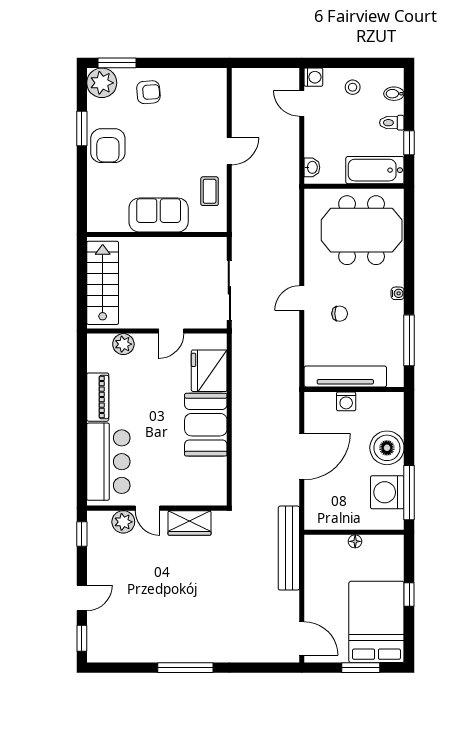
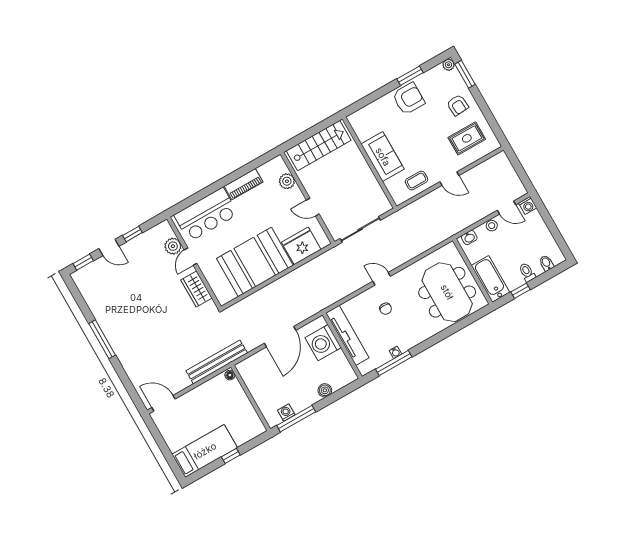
plant: (102, 83) -> (448, 65), width x0.53, depth x0.53
stool: (353, 87) -> (492, 226), moved
door: (302, 103) -> (507, 208), swing flipped
rug: (194, 104) -> (467, 138), added
armchair: (108, 146) -> (409, 99), turned 180
water cooler: (398, 293) -> (395, 352), moved
washing machine: (346, 401) -> (323, 343), width x1.89, depth x1.89
booth: (206, 425) -> (255, 262), width x1.36, depth x1.42
boiler: (387, 448) -> (325, 390), width x0.54, depth x0.54
door: (302, 456) -> (280, 337), hinge flipped
washing machine: (387, 492) -> (286, 413), width x0.53, depth x0.53
window: (82, 534) -> (132, 234), moved
floor lamp: (355, 541) -> (230, 375), moved
bed: (376, 622) -> (205, 451), width x0.67
door: (302, 638) -> (163, 403), swing flipped
window: (361, 668) -> (166, 452), removed

